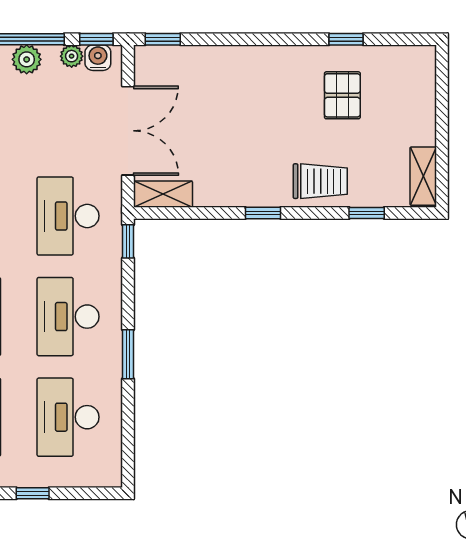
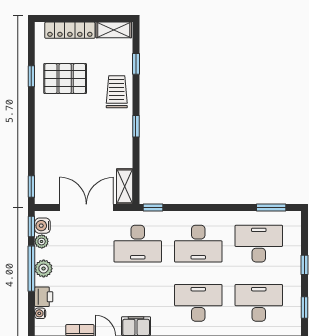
pallet: (342, 95) -> (65, 79), width x1.50, depth x1.42
locker: (423, 103) -> (70, 30), added
window: (128, 354) -> (271, 207), moved
desk: (68, 417) -> (259, 244), turned 180

